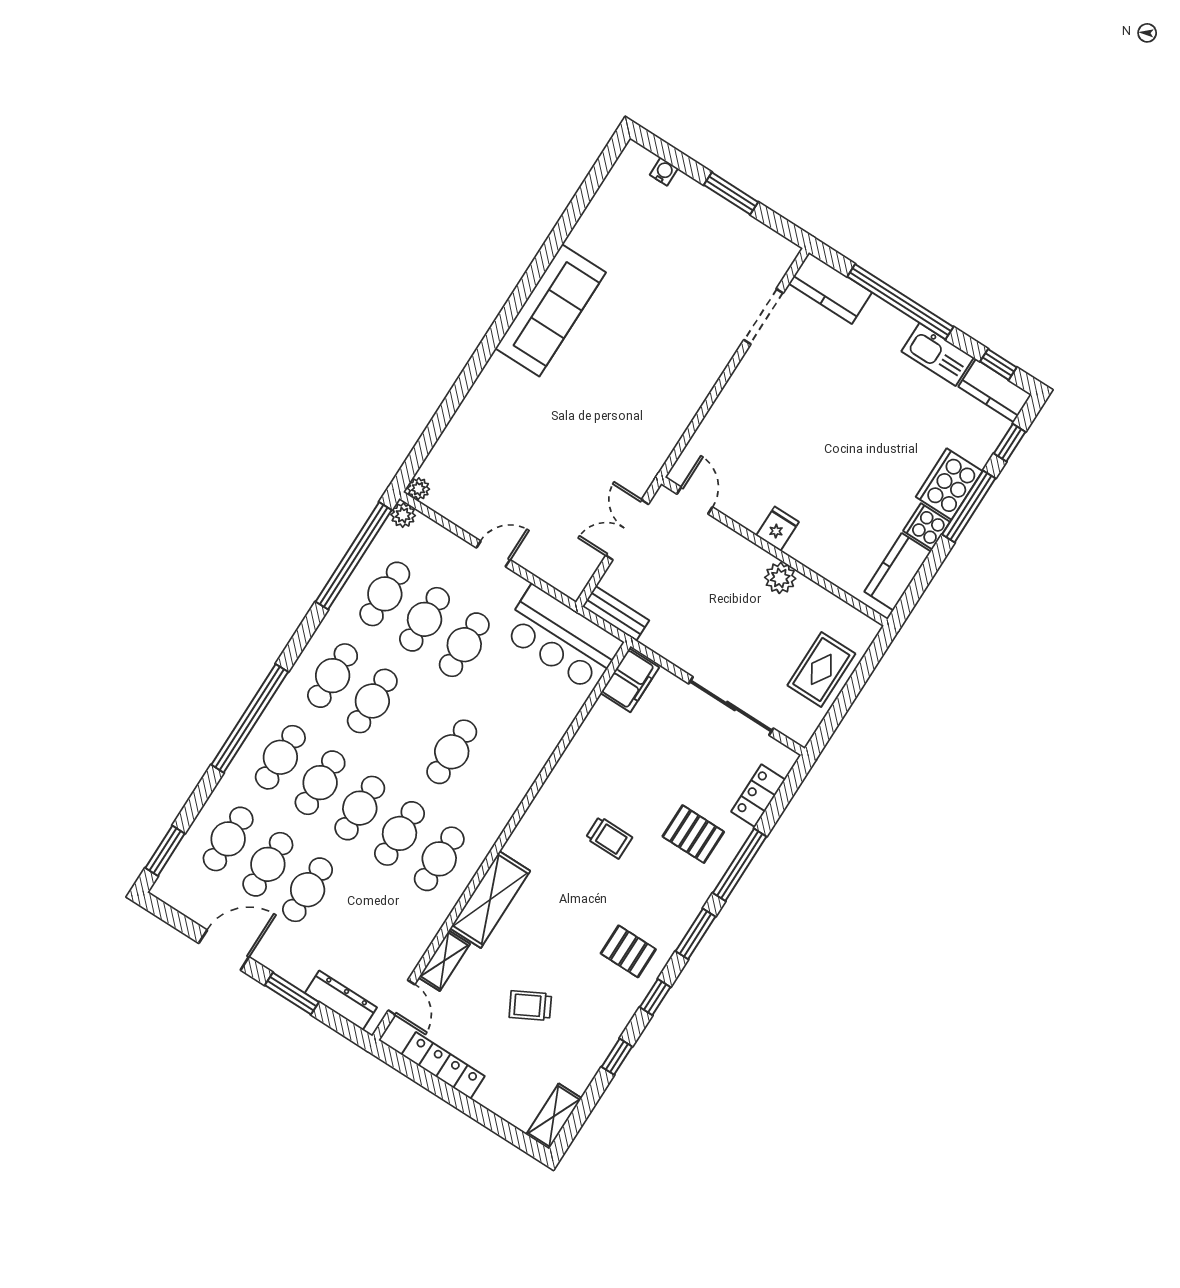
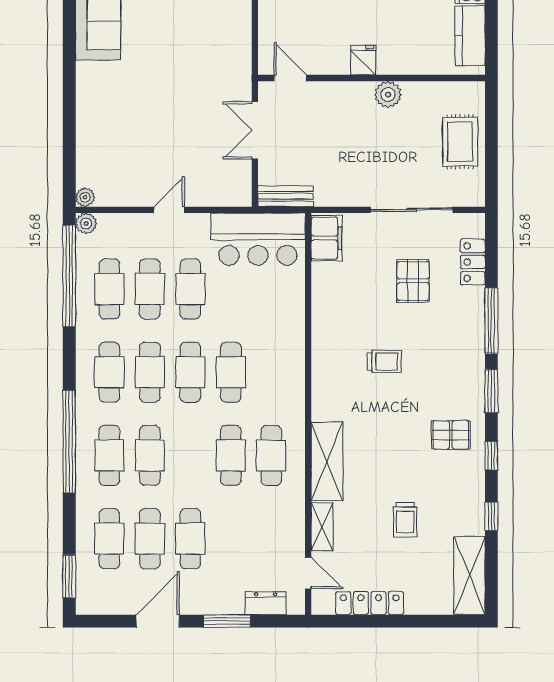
cafe table: (360, 808) -> (190, 372), moved
pallet: (693, 834) -> (413, 281), moved, turned 90
dresser: (341, 1000) -> (266, 603), width x0.70
trolley: (530, 1006) -> (405, 519), turned -62
shelving: (554, 1116) -> (469, 576), width x1.50, depth x1.33

